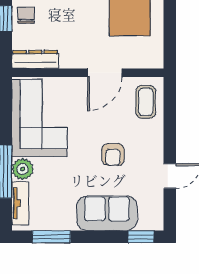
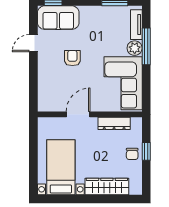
dresser: (35, 59) -> (114, 123), moved
coffee table: (146, 102) -> (50, 94), removed
sofa: (107, 213) -> (58, 18), moved

